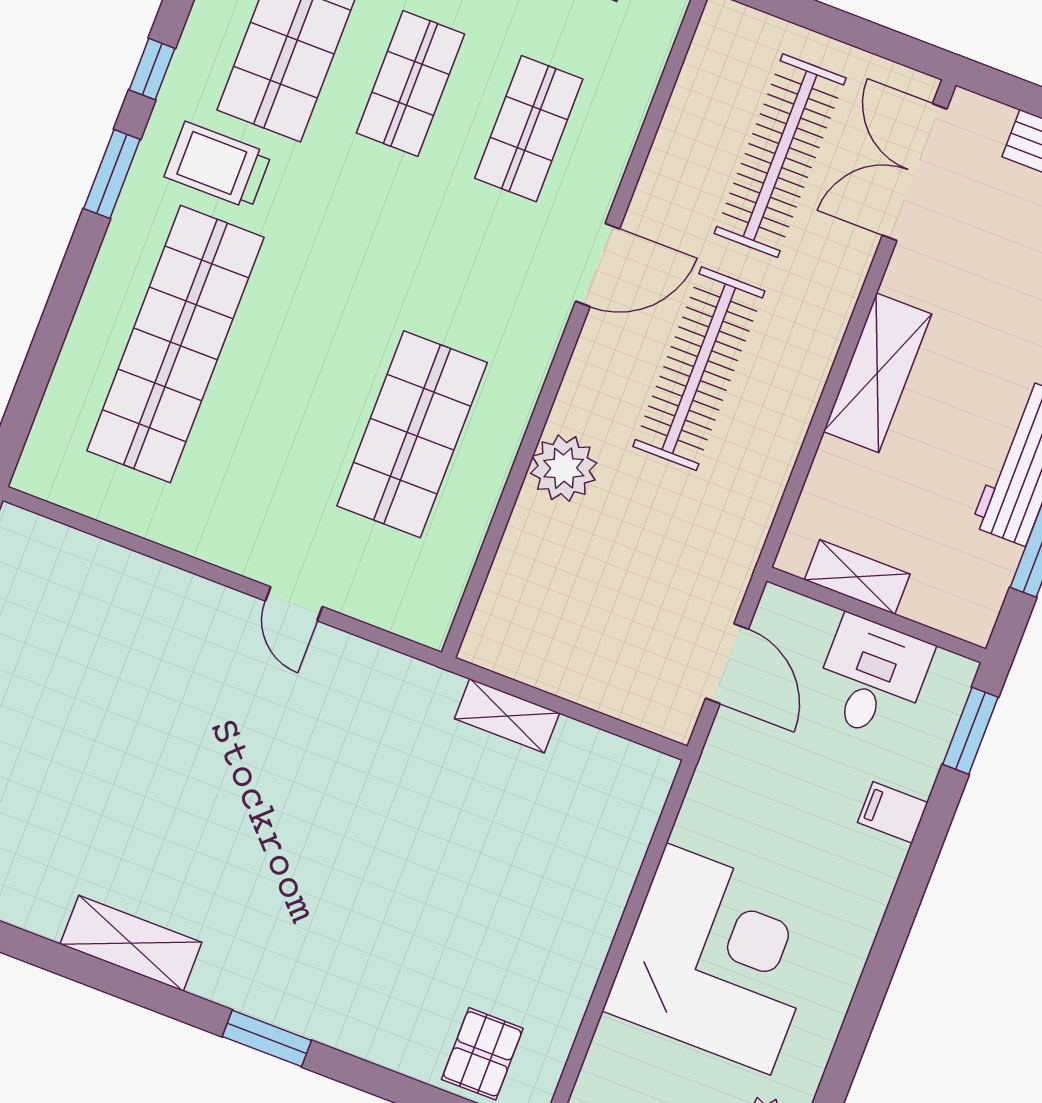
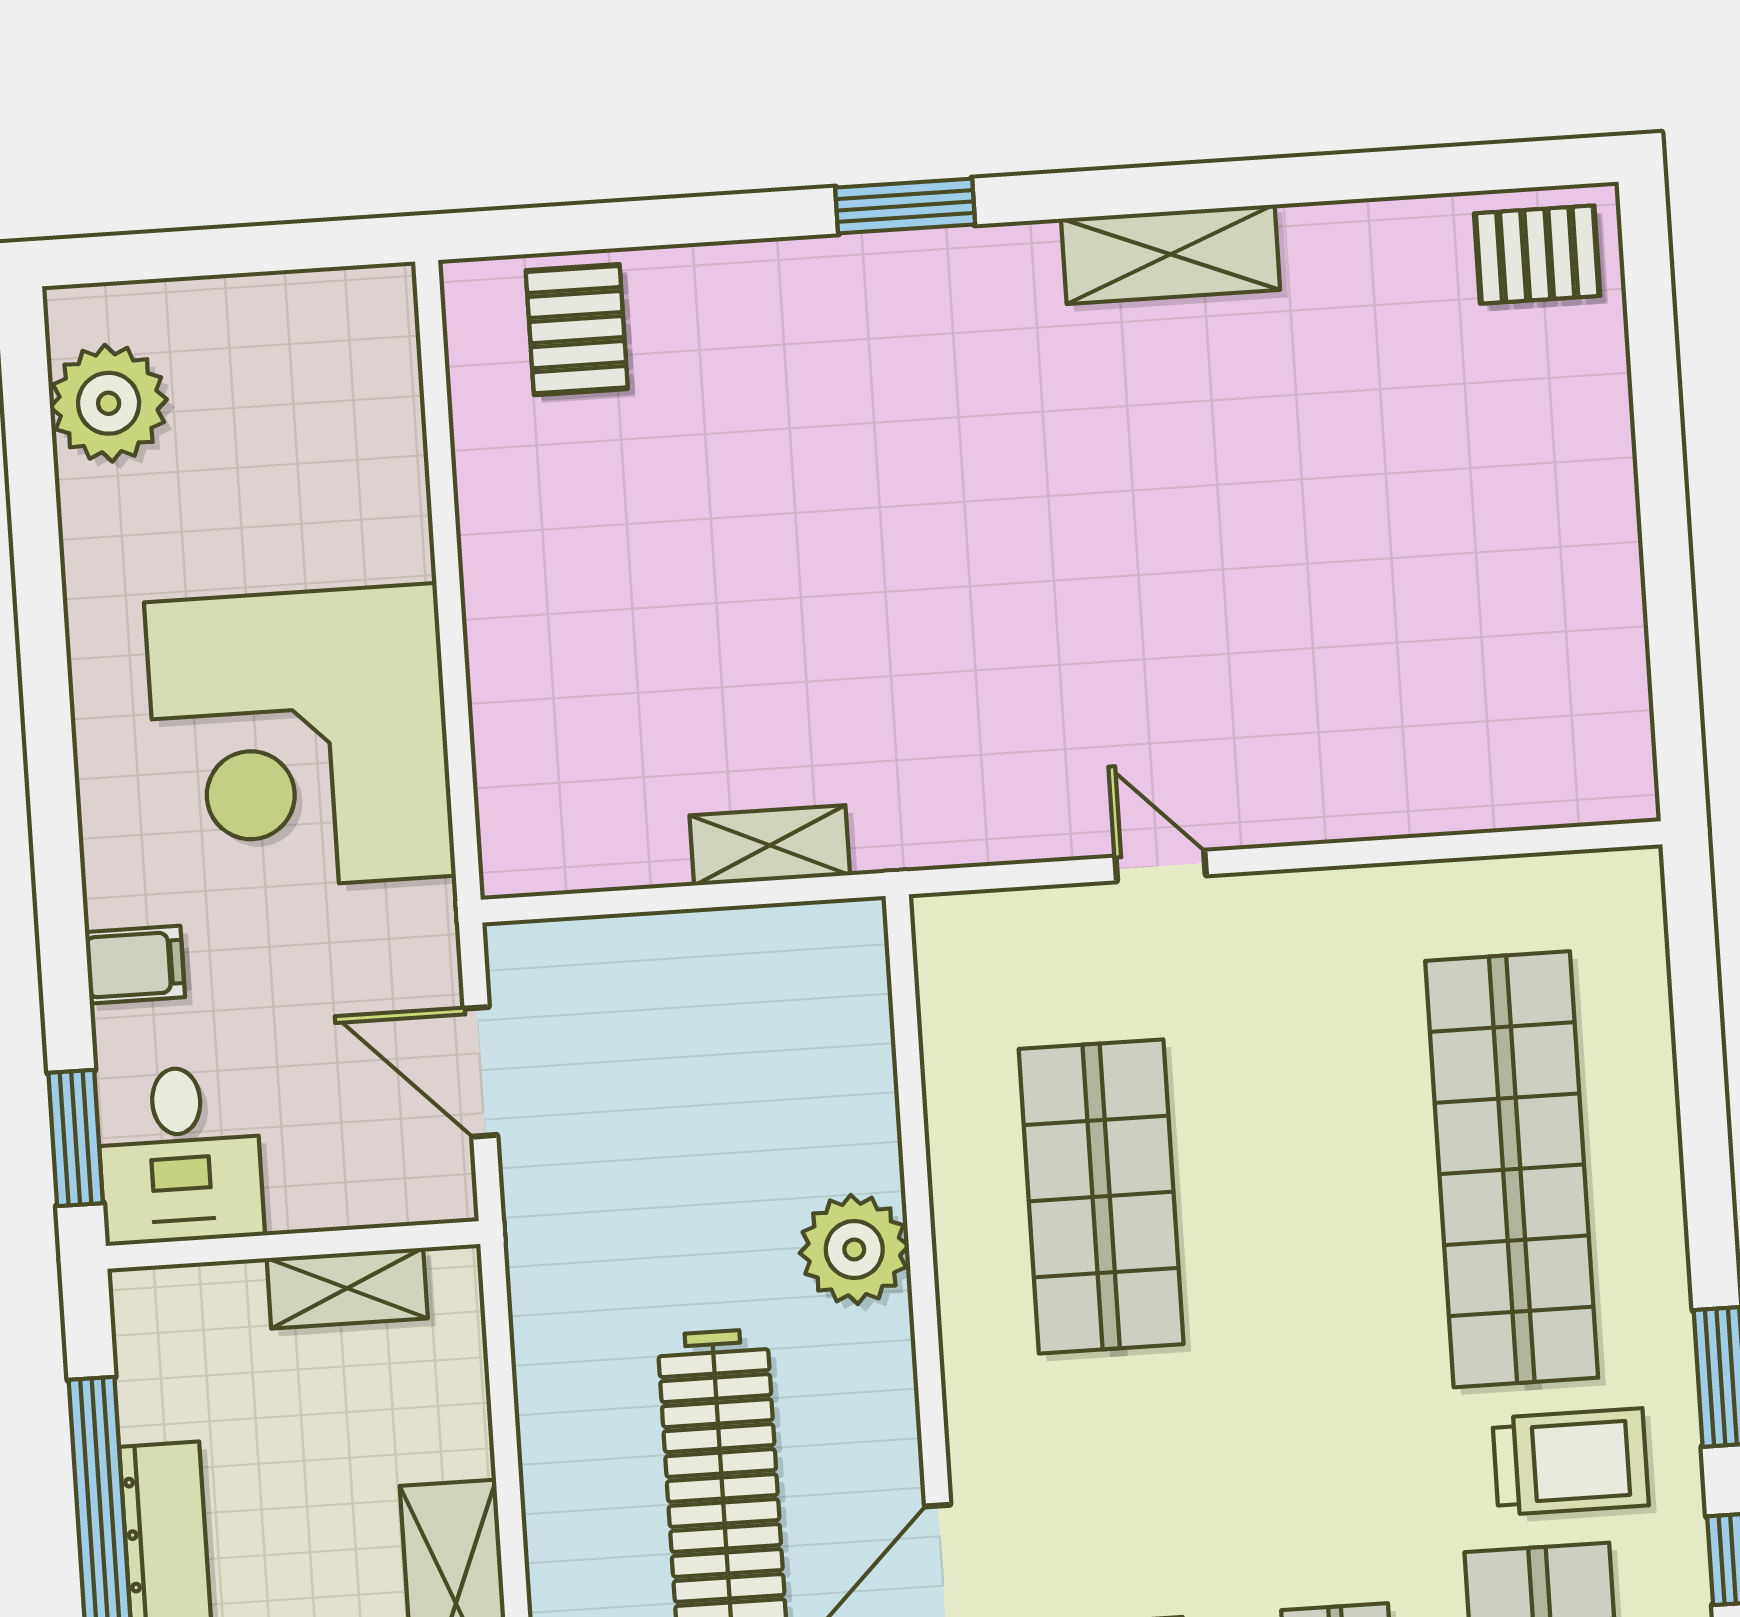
desk: (872, 678) -> (180, 1155), moved
corner desk: (718, 959) -> (300, 739), moved

